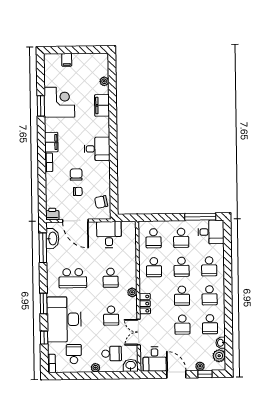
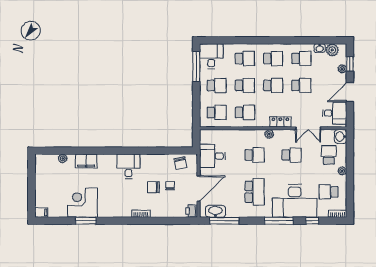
filing cabinet: (67, 60) -> (41, 213), moved
filing cabinet: (51, 142) -> (121, 211), removed
window: (44, 304) -> (279, 221), width x1.44

